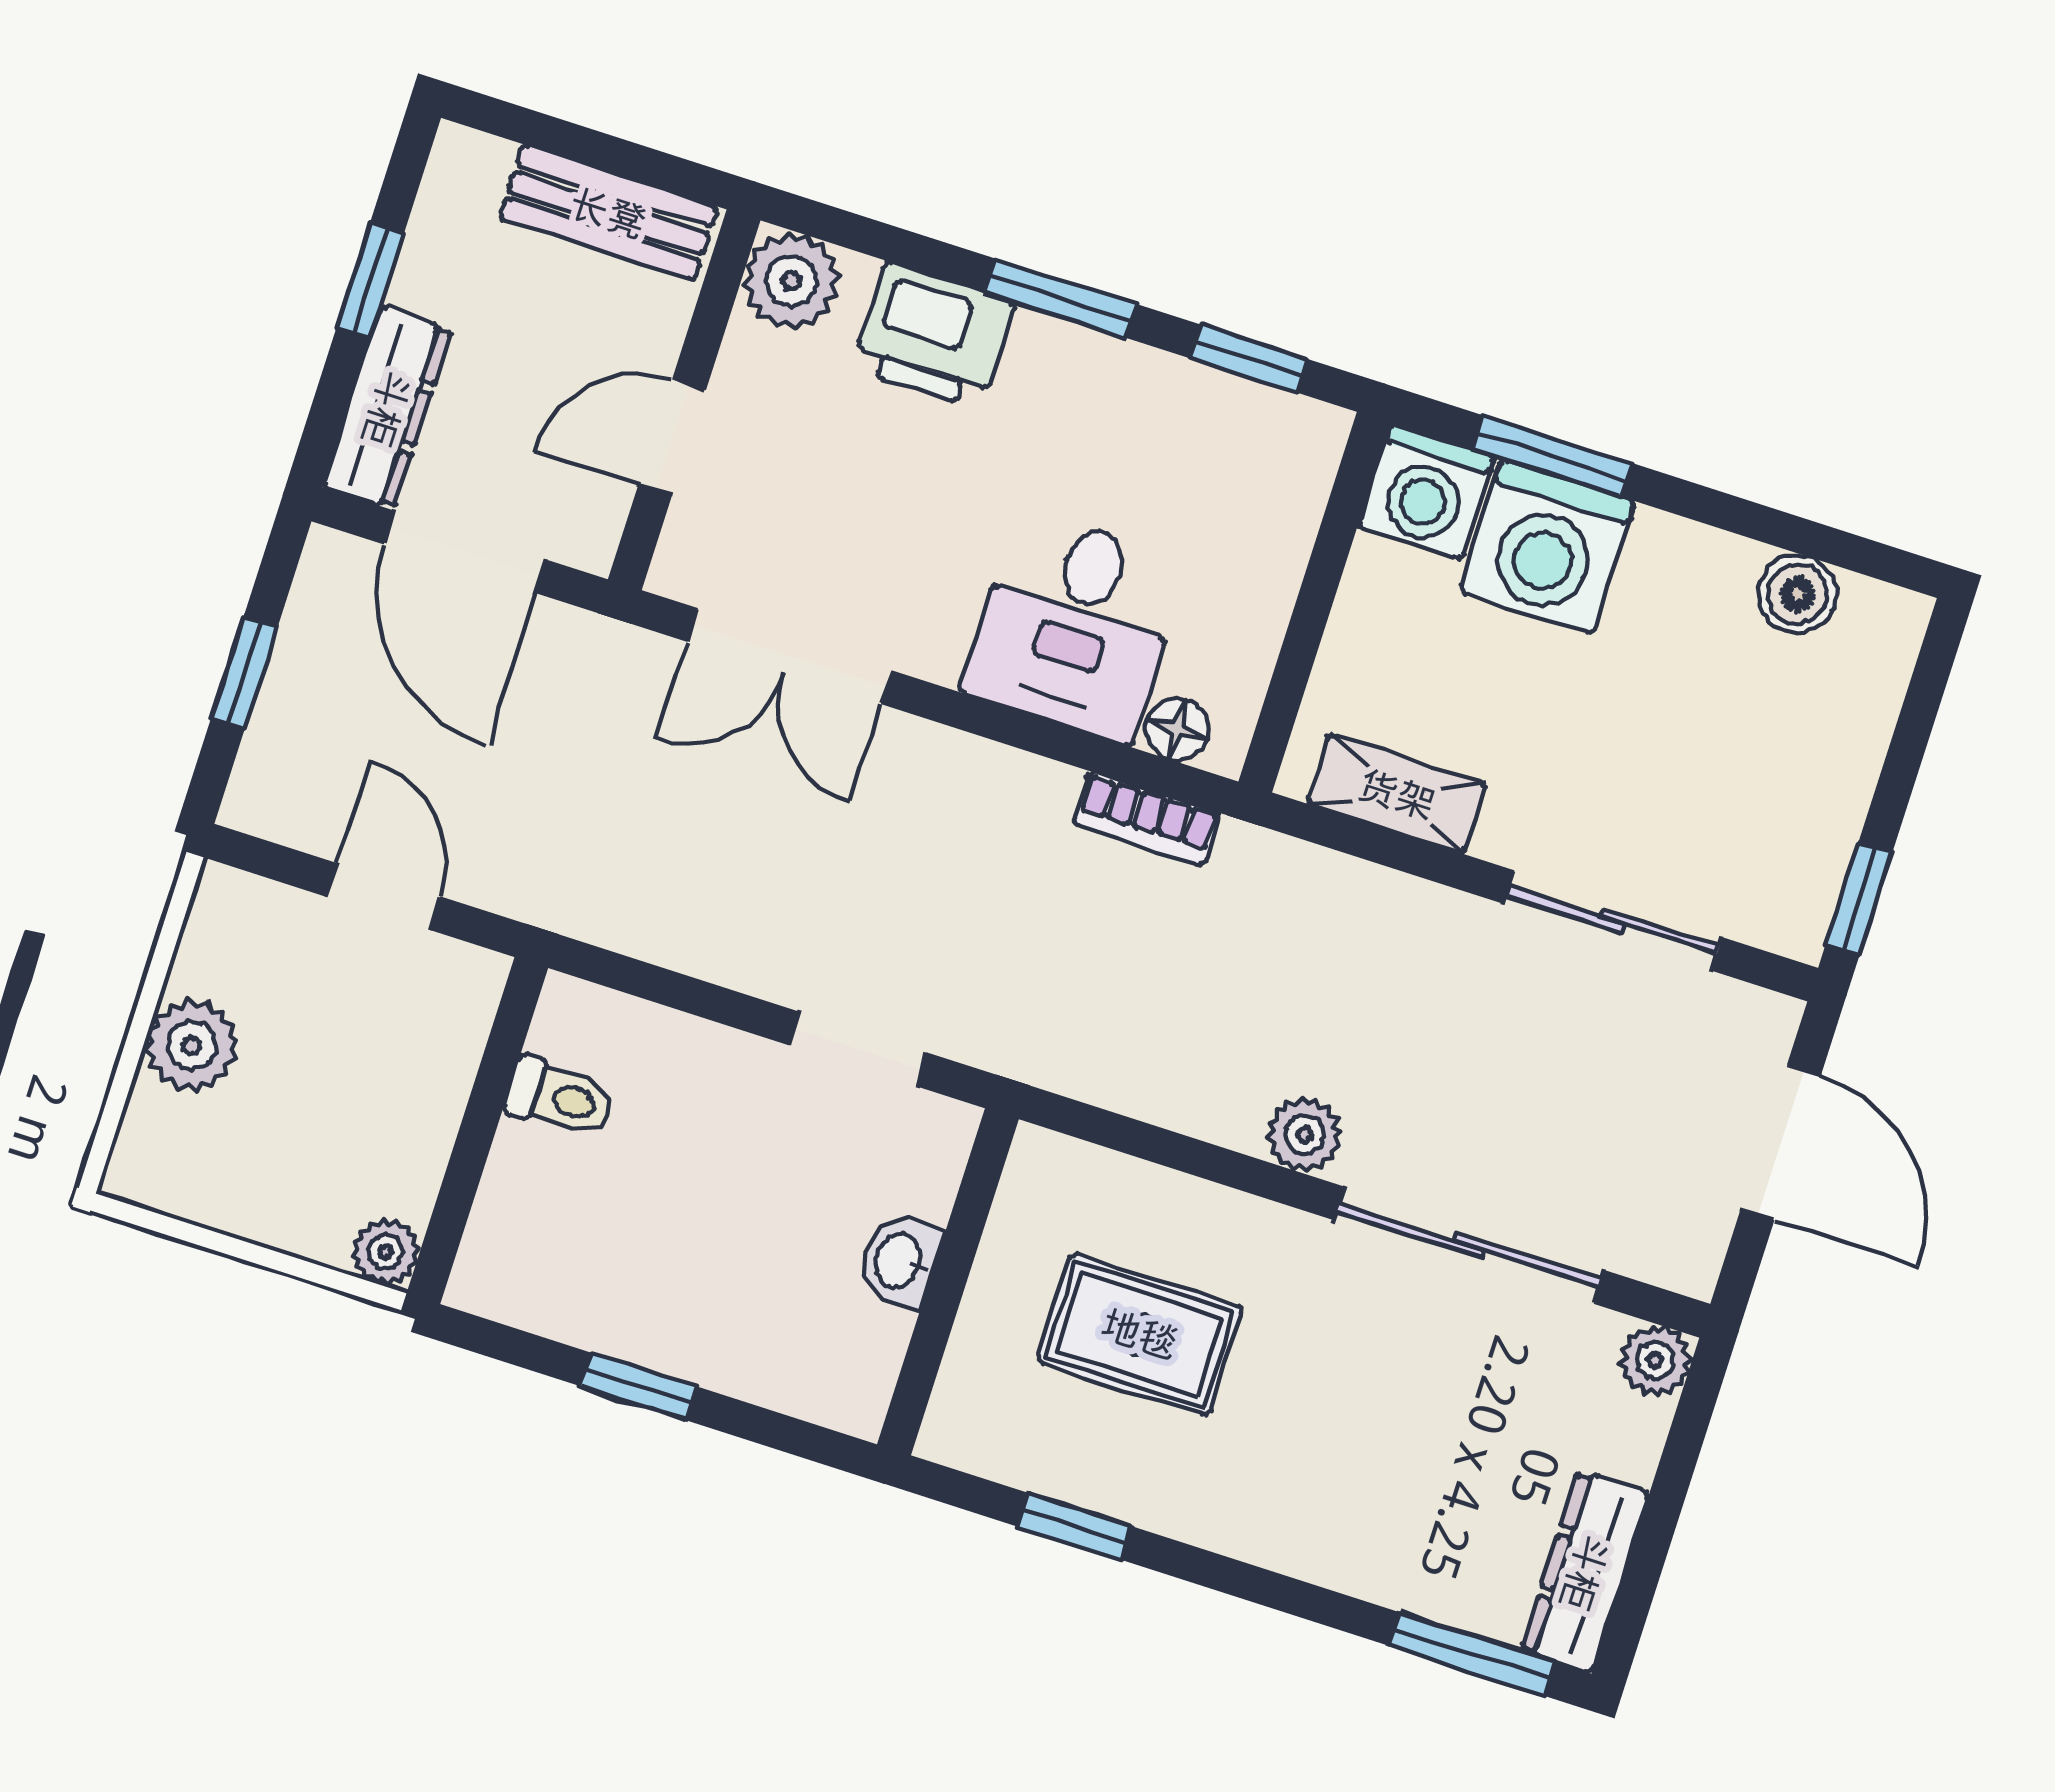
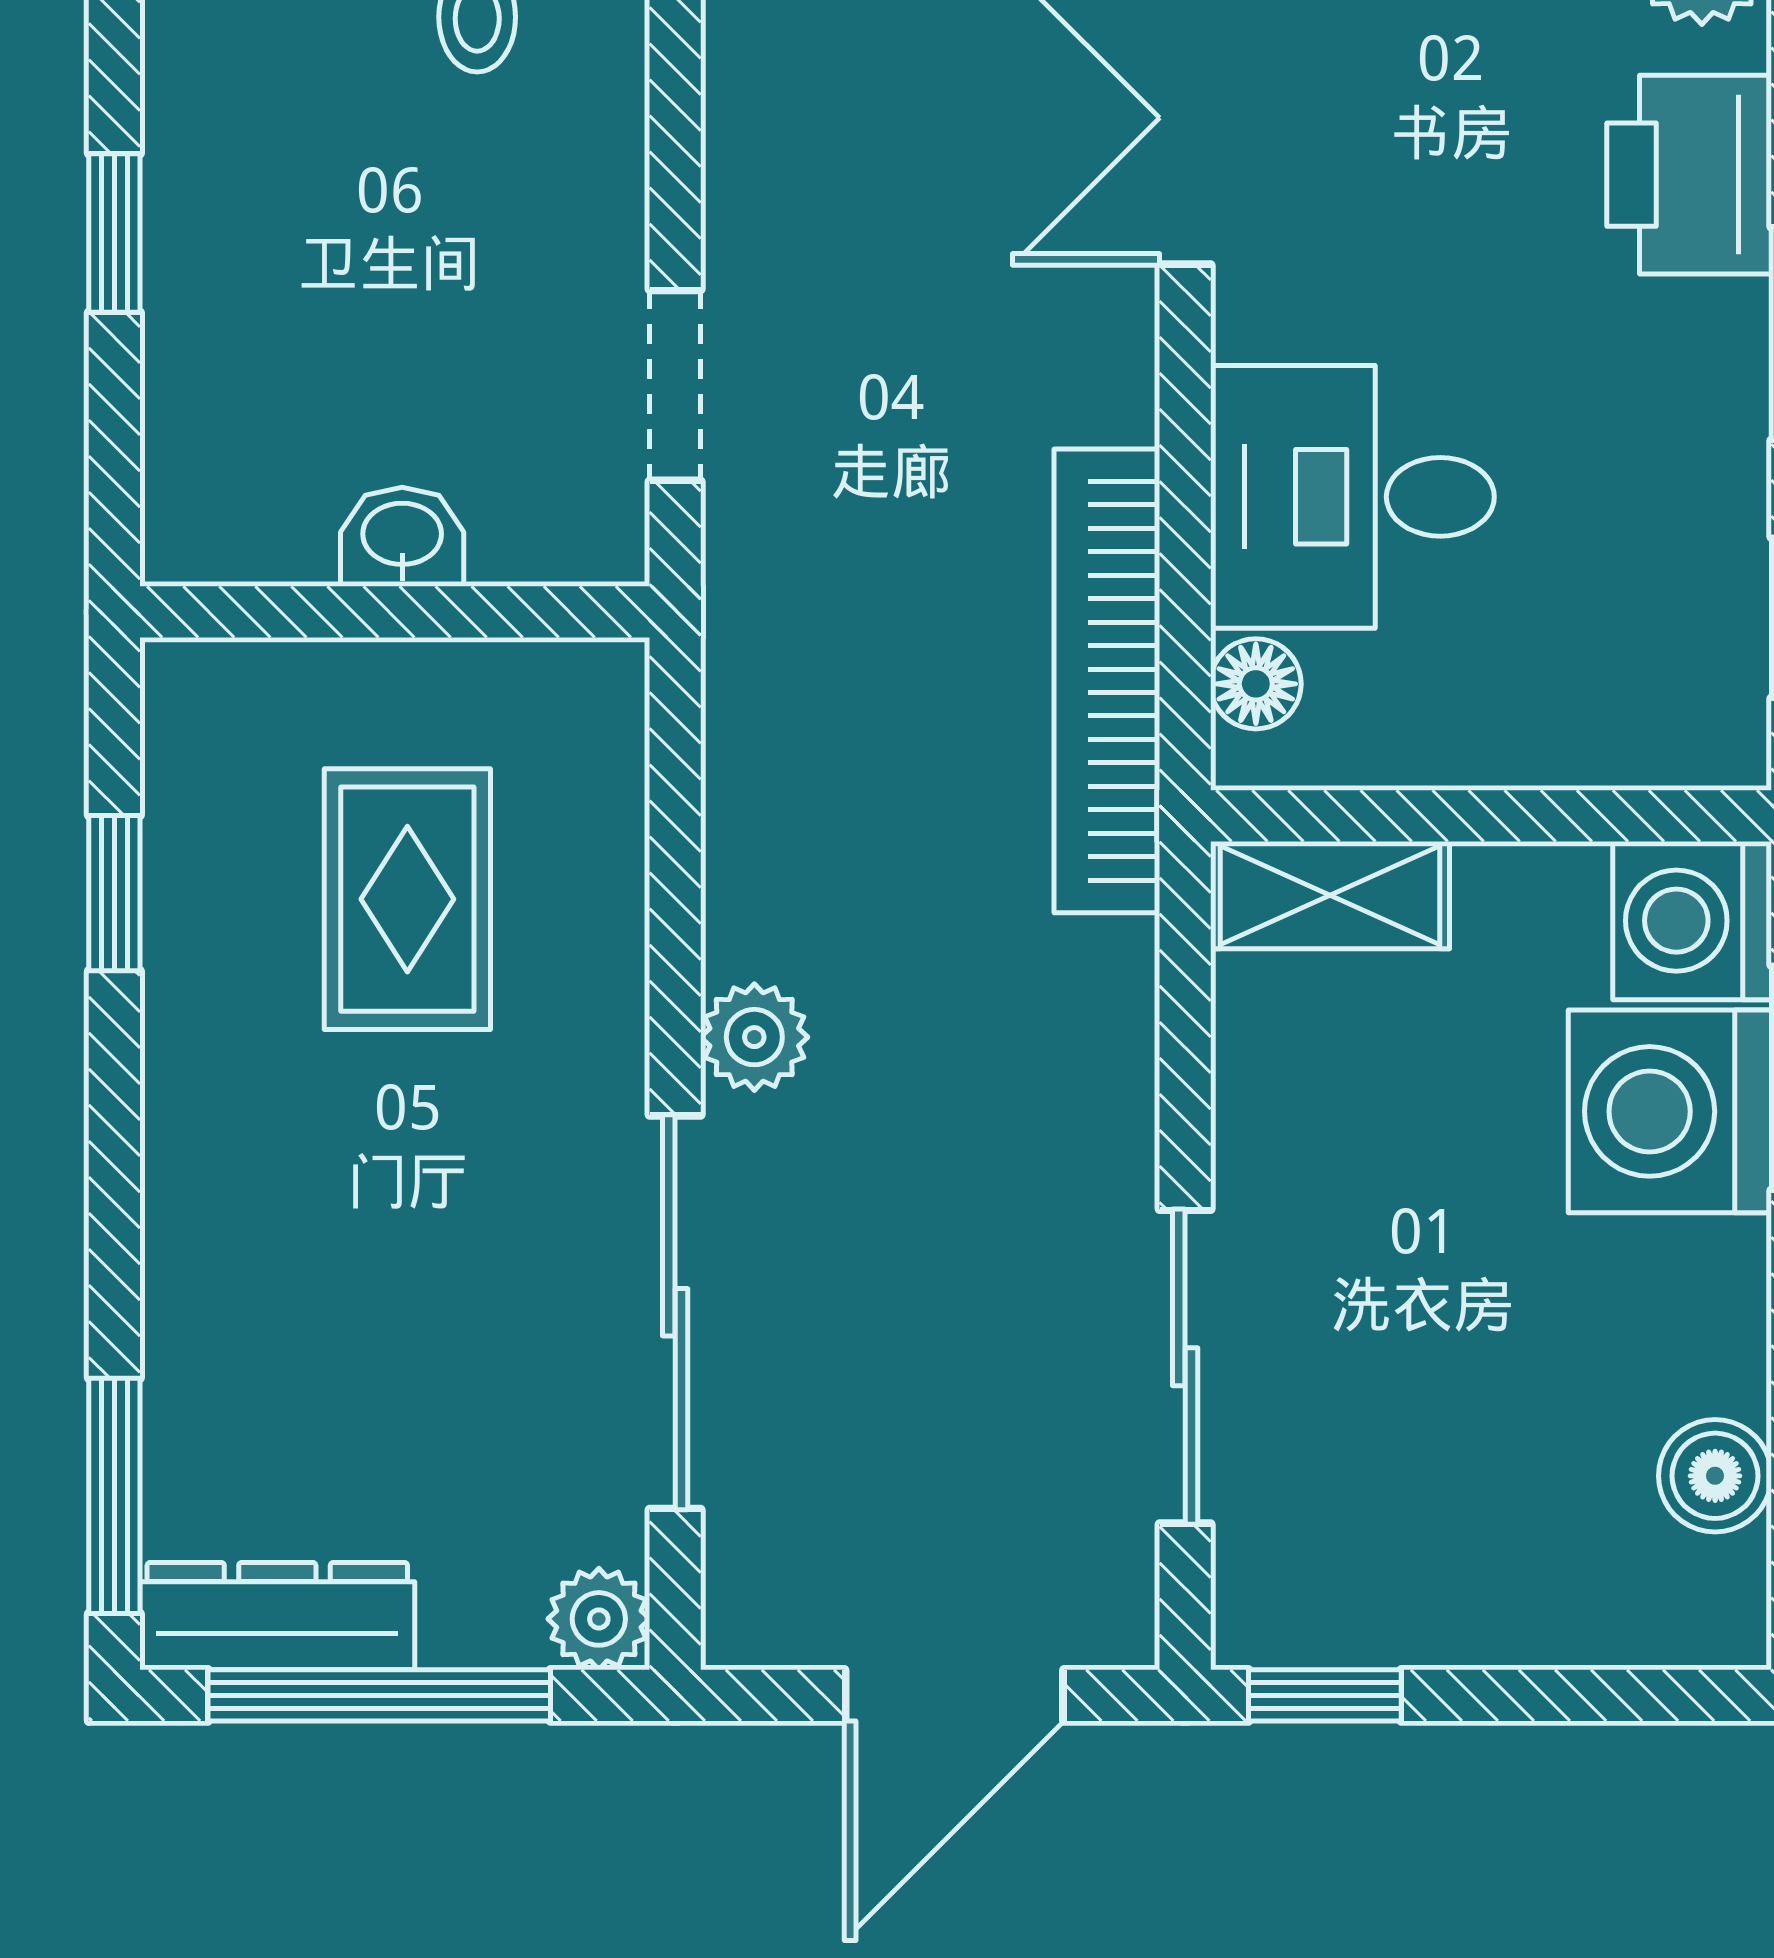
shelving: (1397, 794) -> (1330, 895), moved, turned 90
bookcase: (1147, 819) -> (1107, 681), width x2.31, depth x1.31
window: (1659, 1521) -> (379, 1695), added

